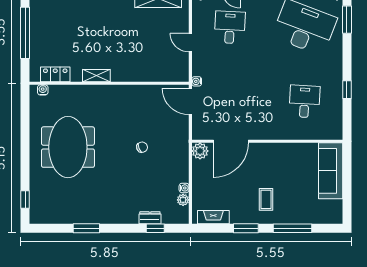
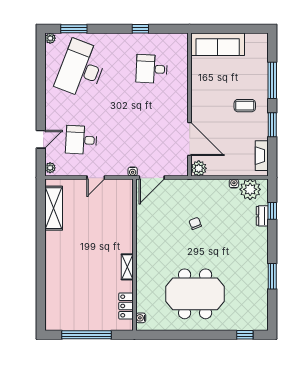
plant: (183, 200) -> (250, 189), width x1.88, depth x1.88

